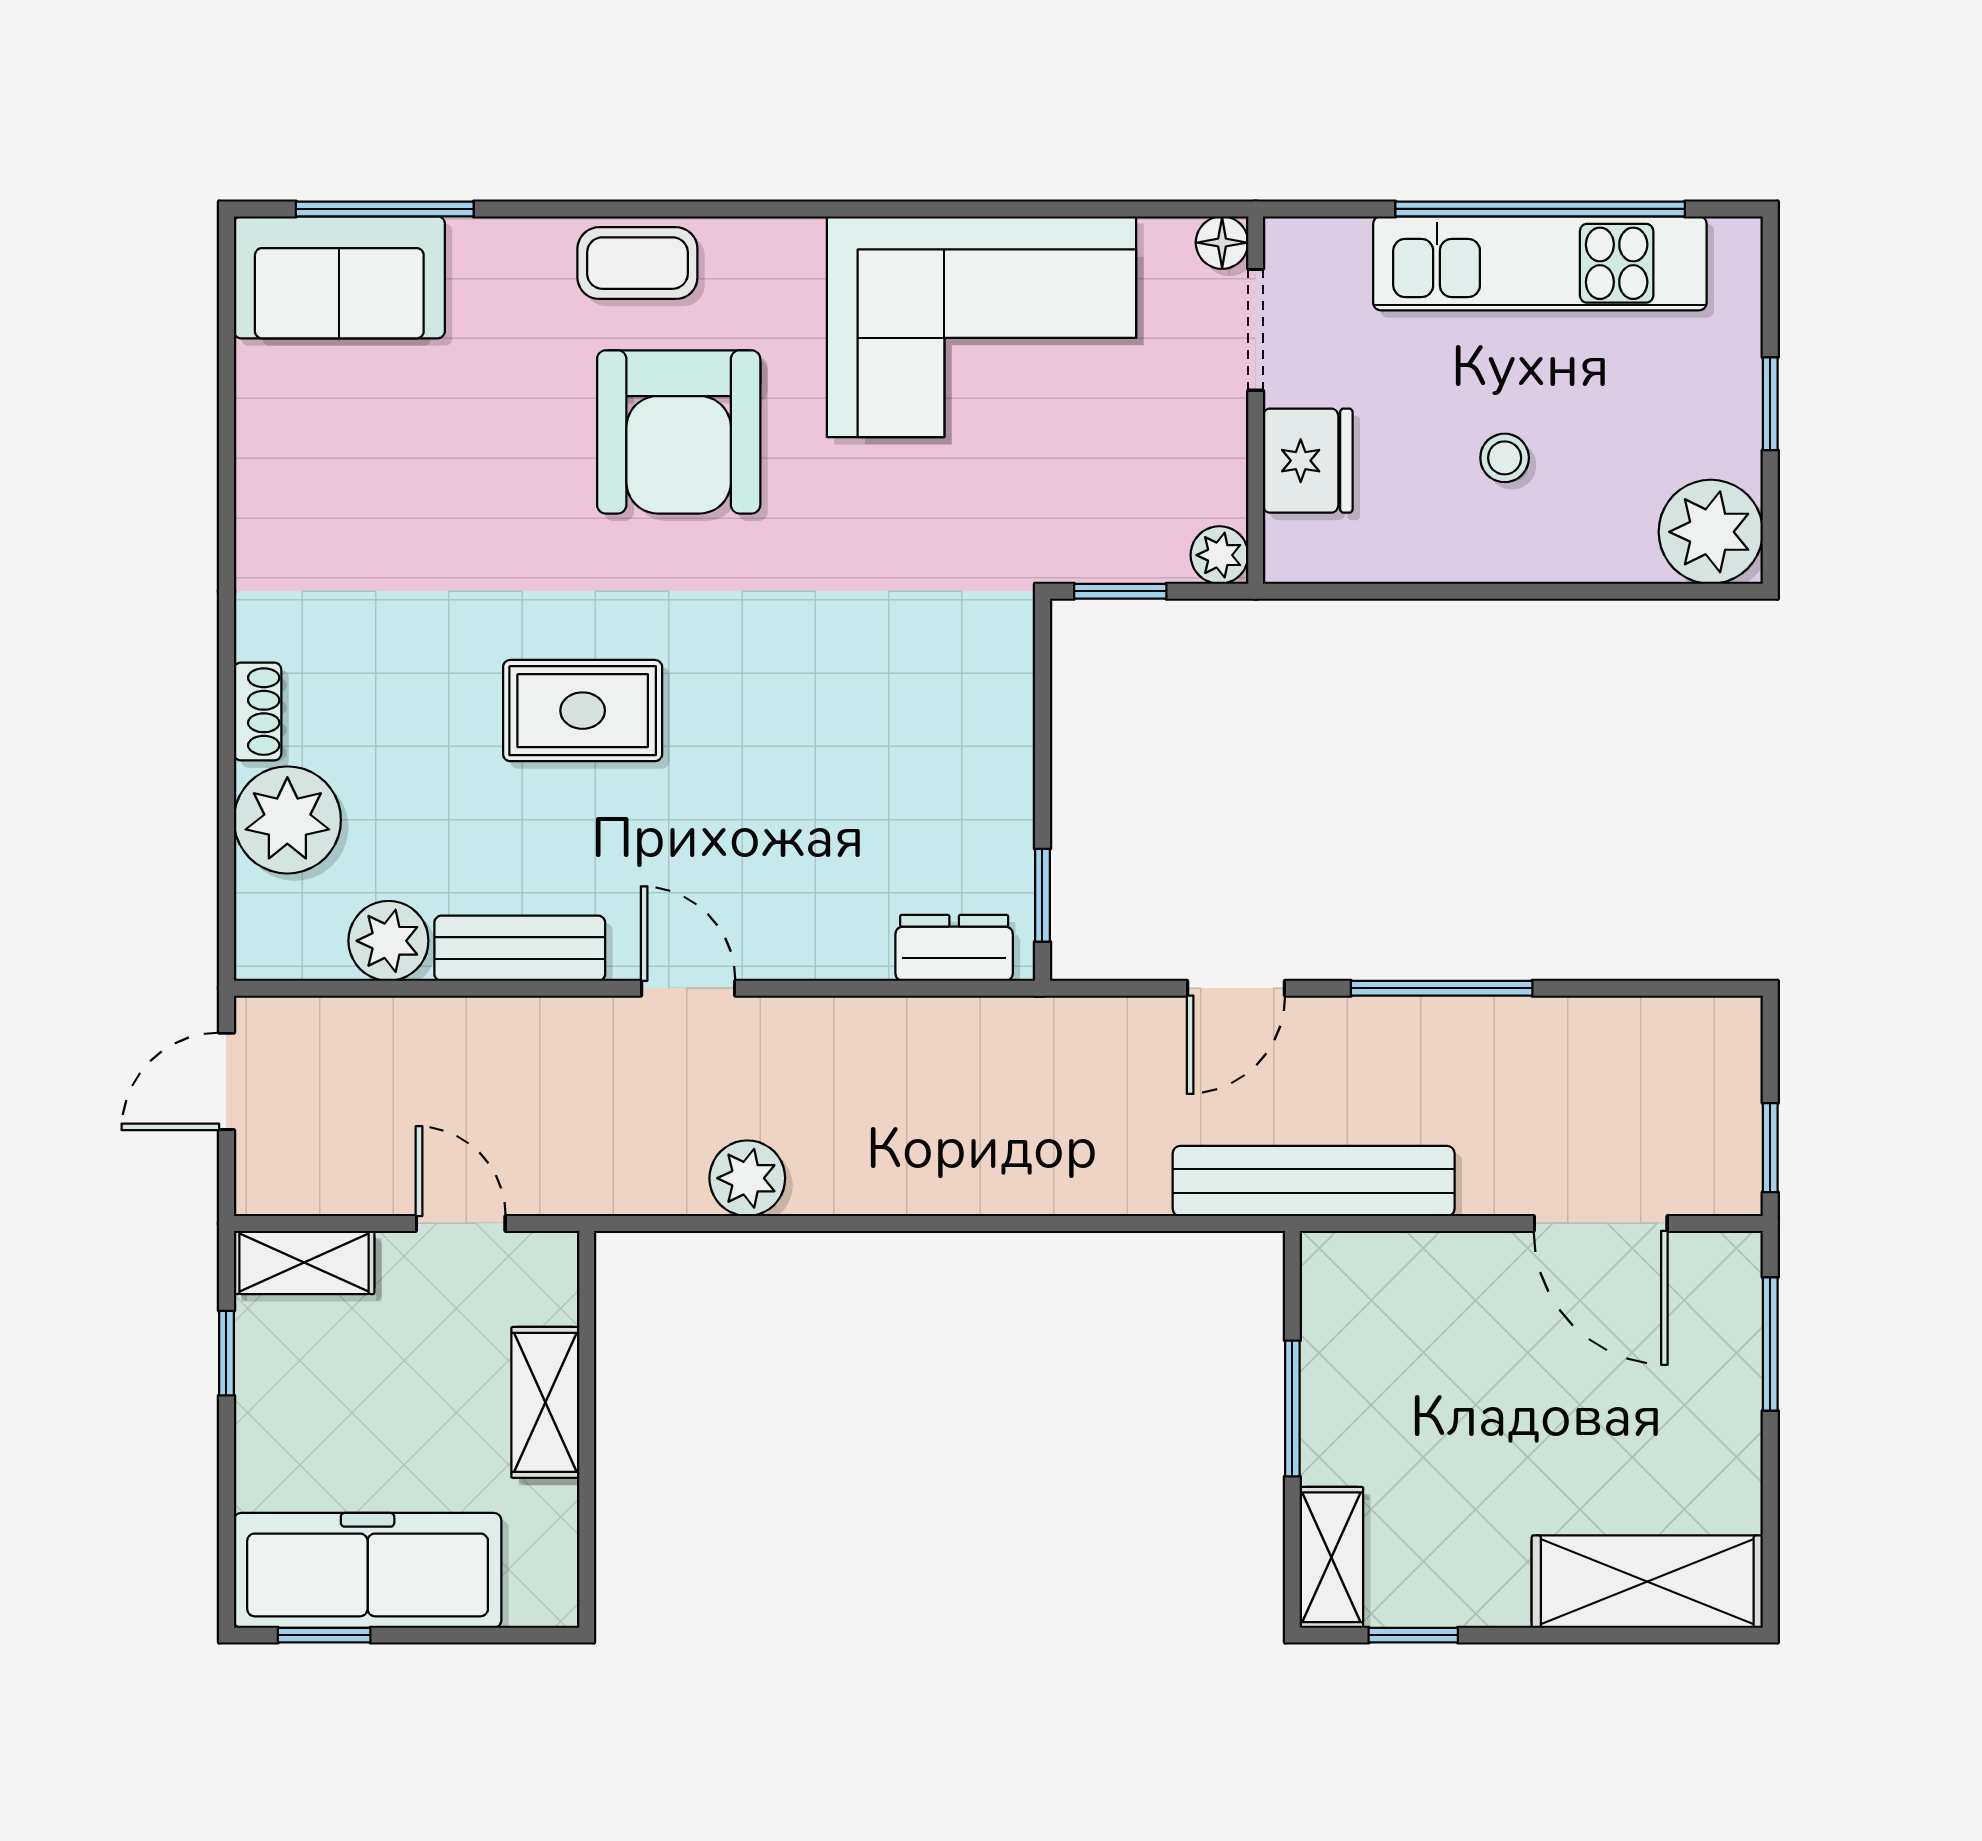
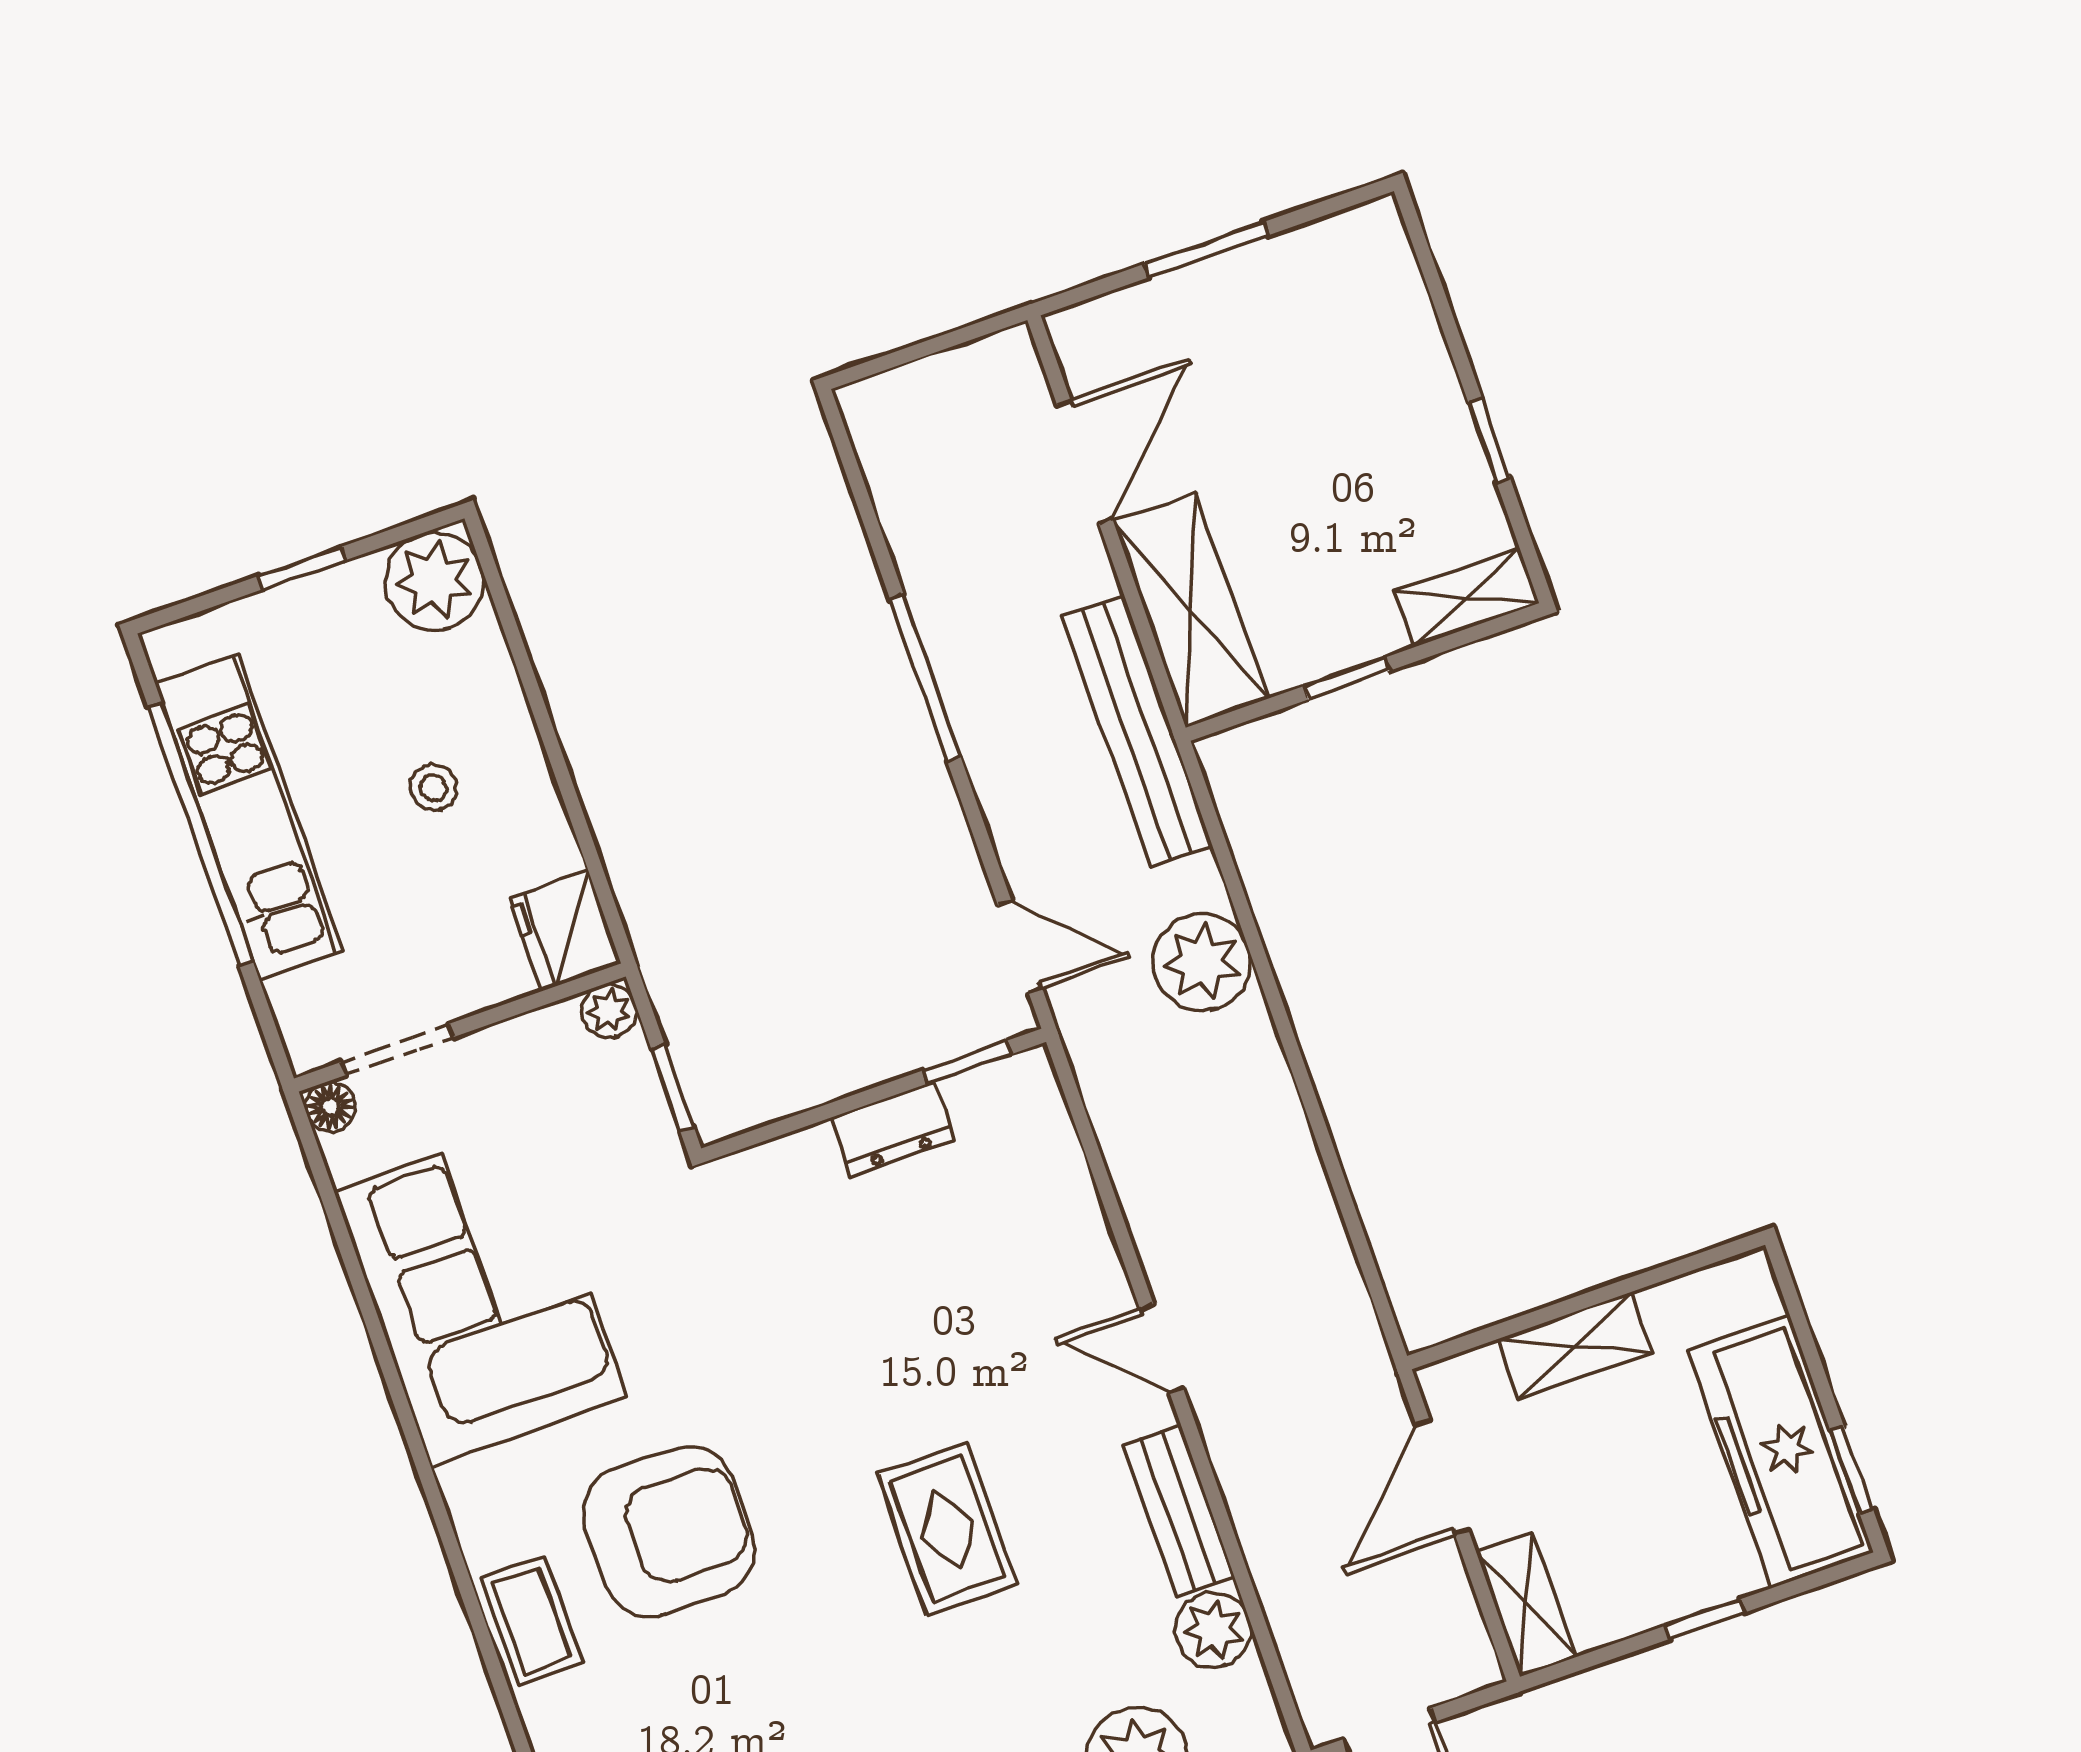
fridge: (1308, 461) -> (565, 931), moved, turned -90
dresser: (954, 948) -> (893, 1129), moved, turned -90
door: (688, 988) -> (1161, 1348), hinge flipped
door: (1236, 988) -> (1020, 947), moved
window: (1770, 1148) -> (964, 335), removed
plant: (747, 1178) -> (1202, 962), moved, width x1.36, depth x1.36
door: (461, 1223) -> (1442, 1477), width x1.38
window: (1770, 1344) -> (1206, 250), moved
window: (226, 1353) -> (1704, 1619), moved
window: (1292, 1409) -> (1346, 679), width x0.67
shelving: (1647, 1582) -> (1191, 610), moved
window: (1413, 1635) -> (1489, 440), moved

